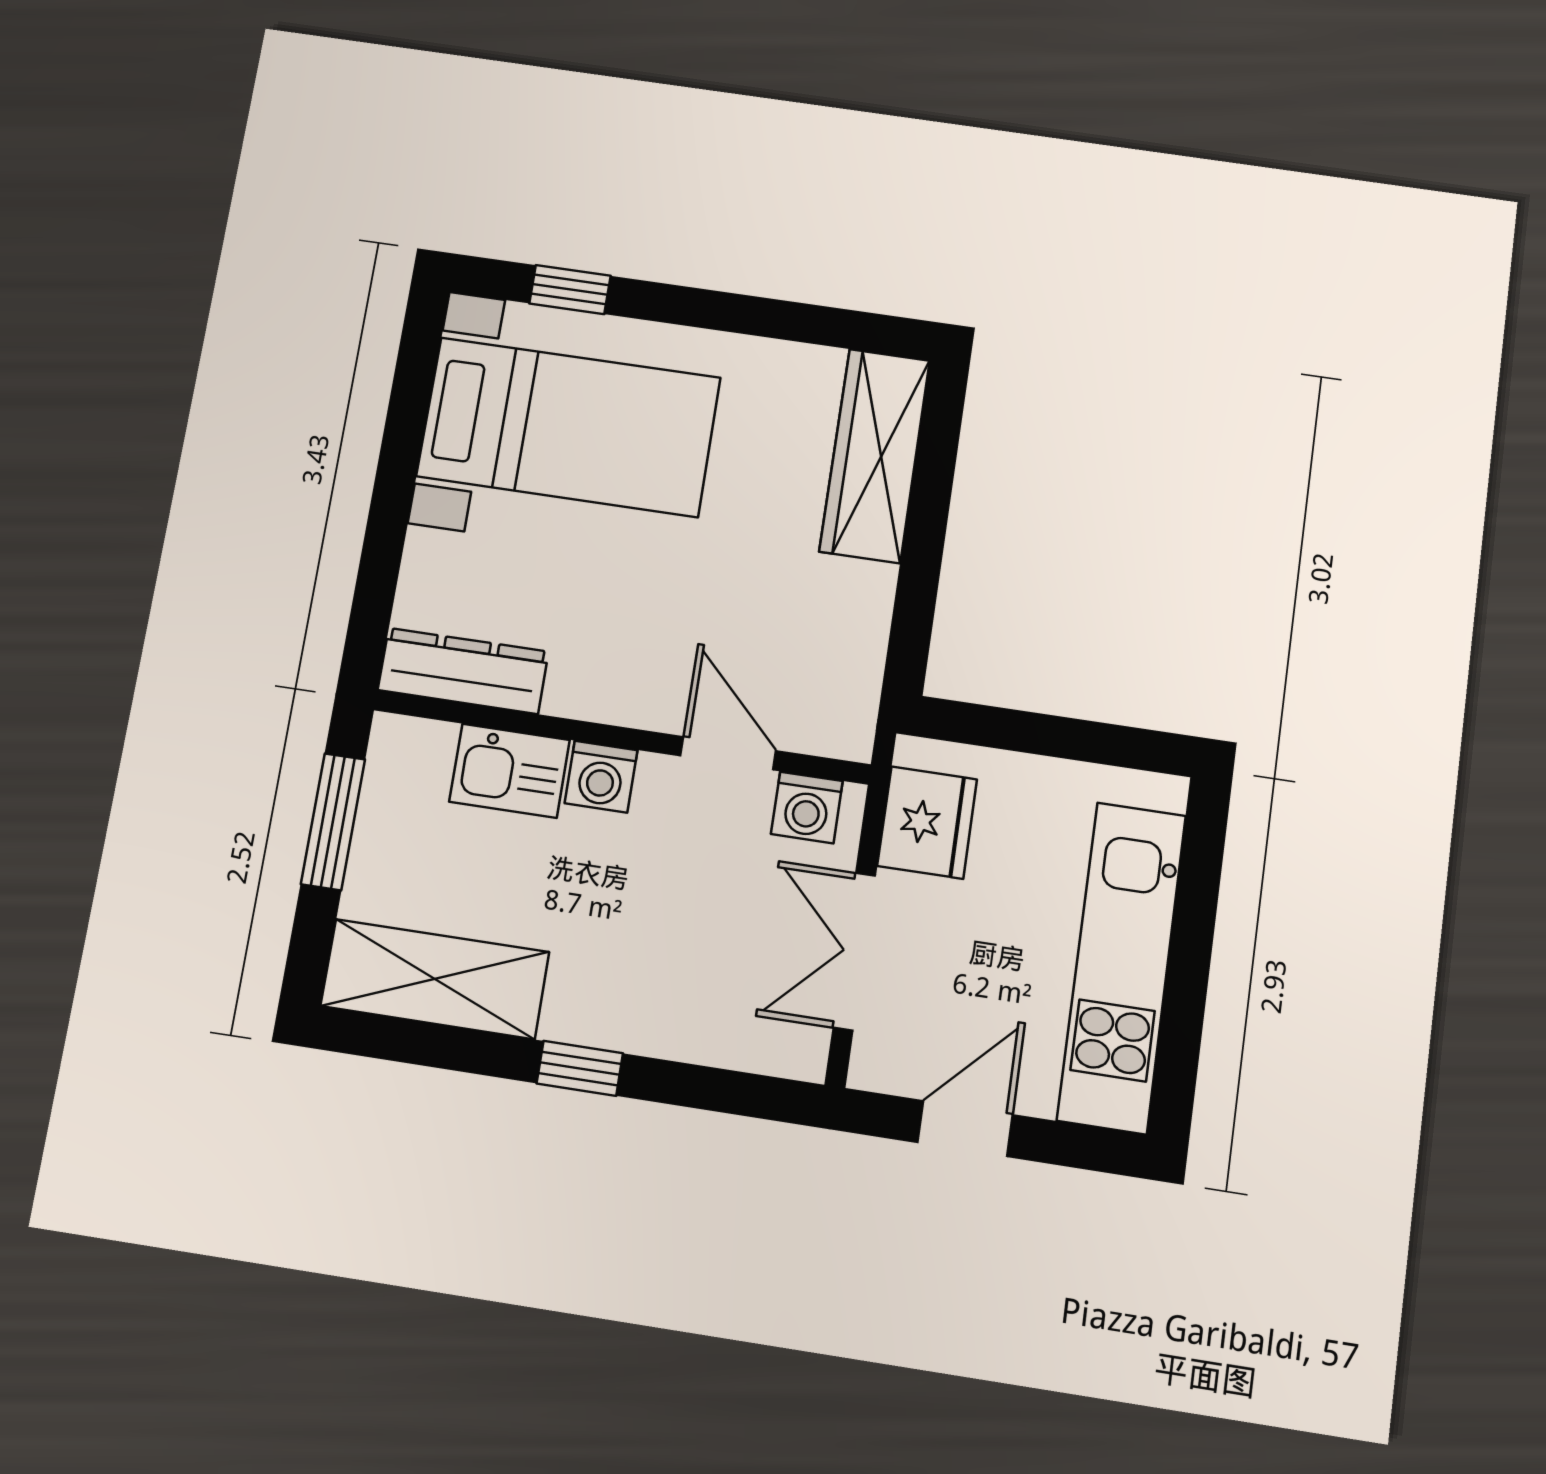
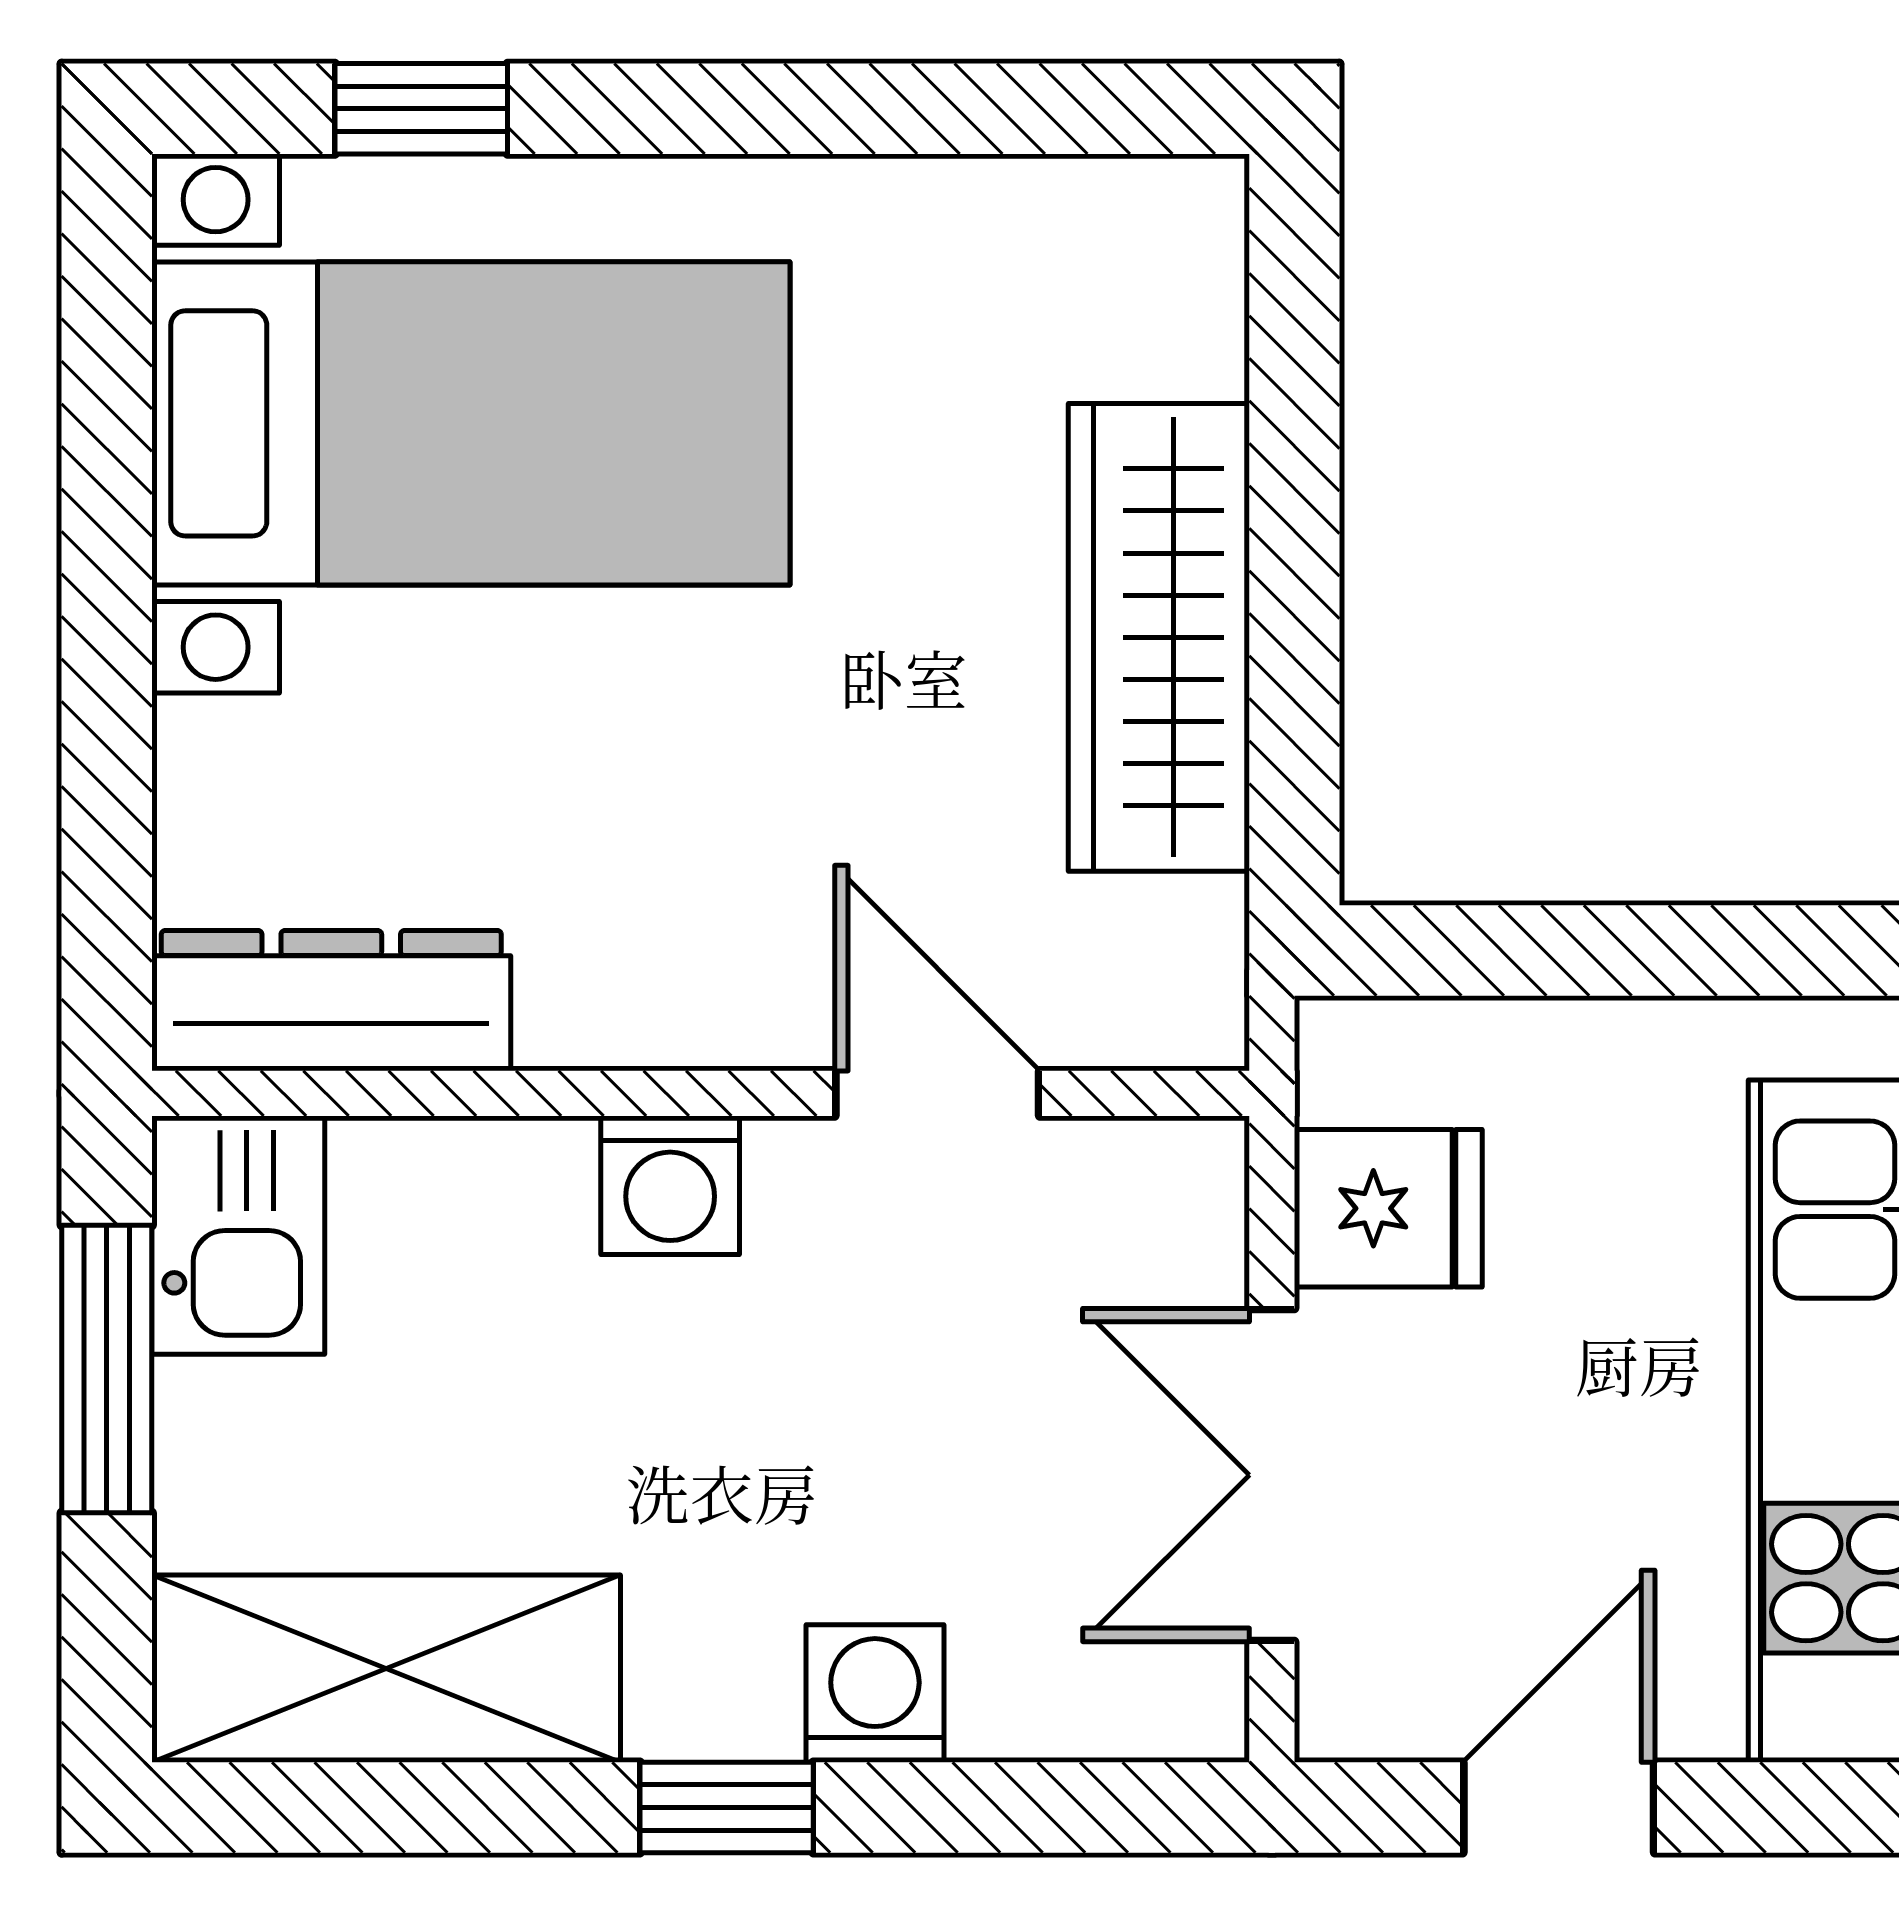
wardrobe: (875, 456) -> (1159, 637), moved
kitchen sink: (509, 771) -> (238, 1235), moved, turned -90
washing machine: (807, 808) -> (875, 1694), moved, turned 180
fridge: (927, 823) -> (1388, 1208), width x0.72

